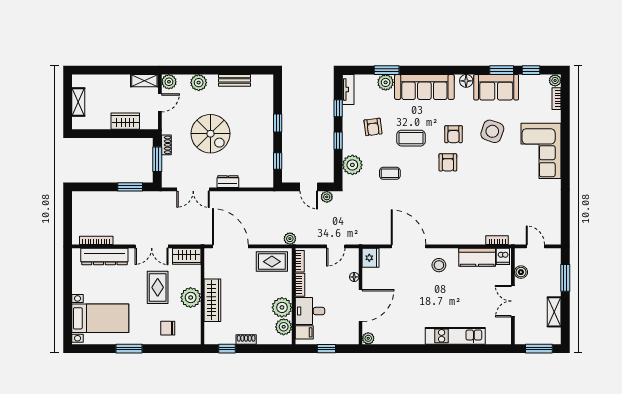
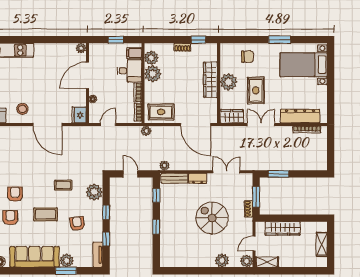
bench: (235, 80) -> (174, 178), moved
wardrobe: (125, 121) -> (283, 228), width x1.50
plant: (327, 197) -> (164, 166), moved

